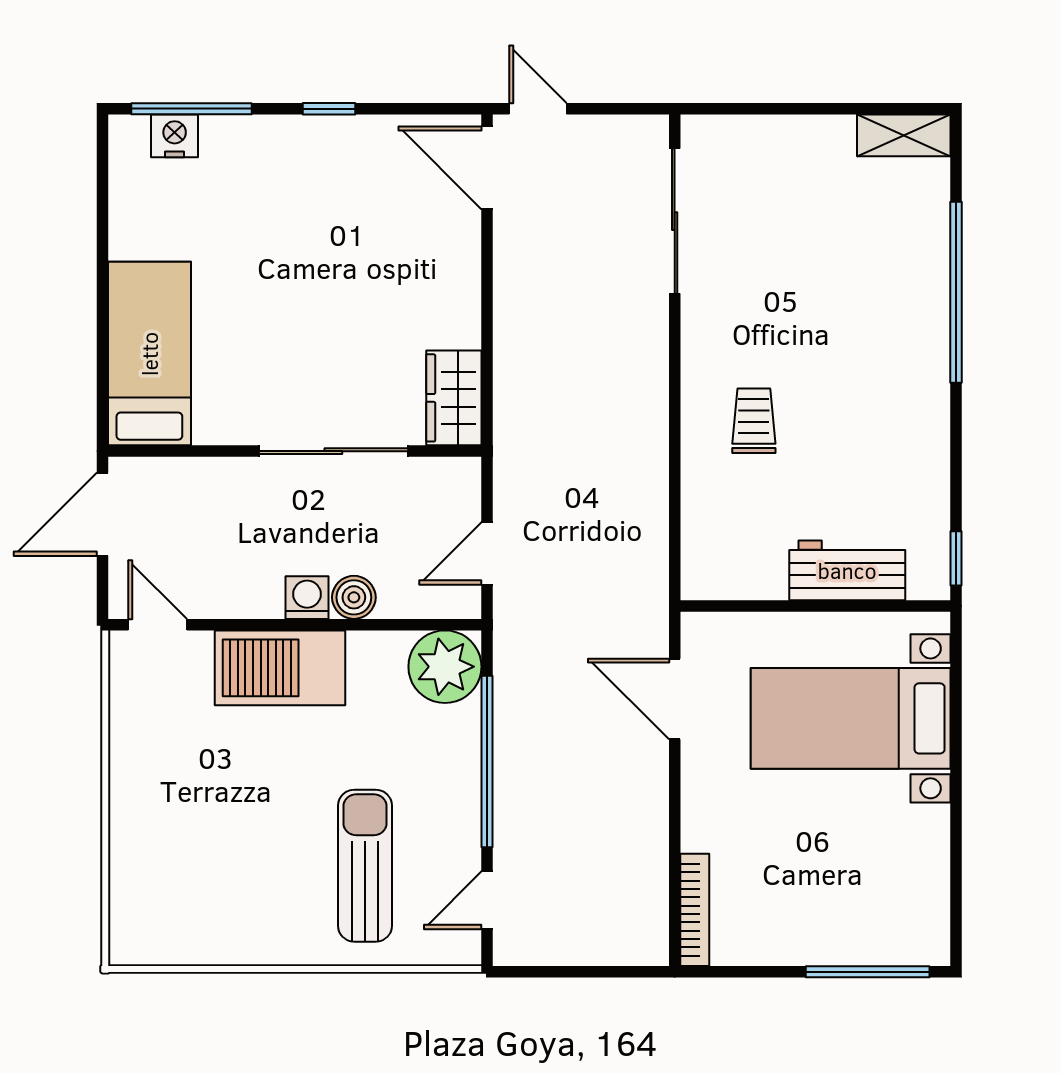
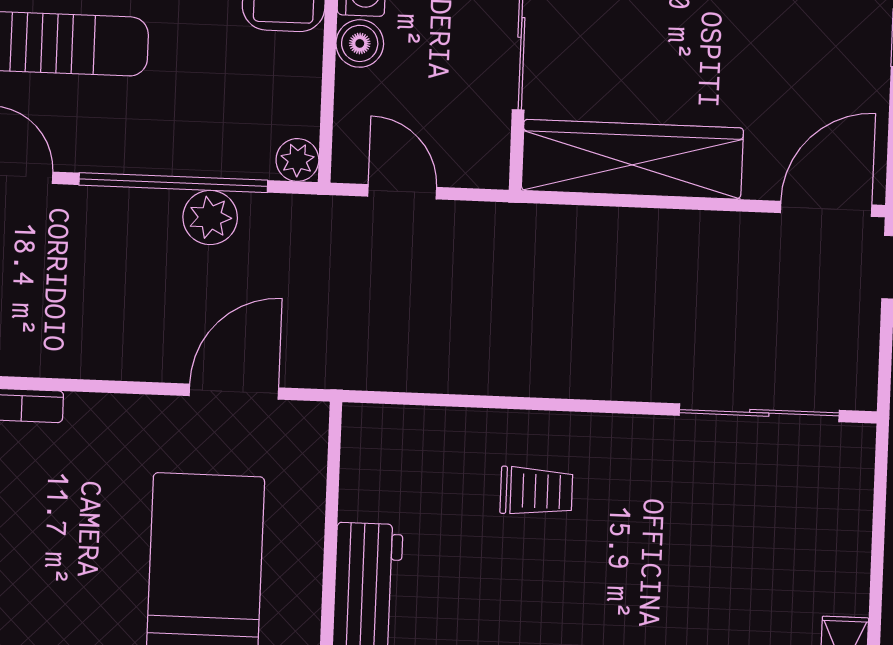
wardrobe: (454, 398) -> (632, 159), width x2.10, depth x1.17
plant: (445, 667) -> (297, 160), width x0.53, depth x0.53
plant: (517, 727) -> (210, 217), added

